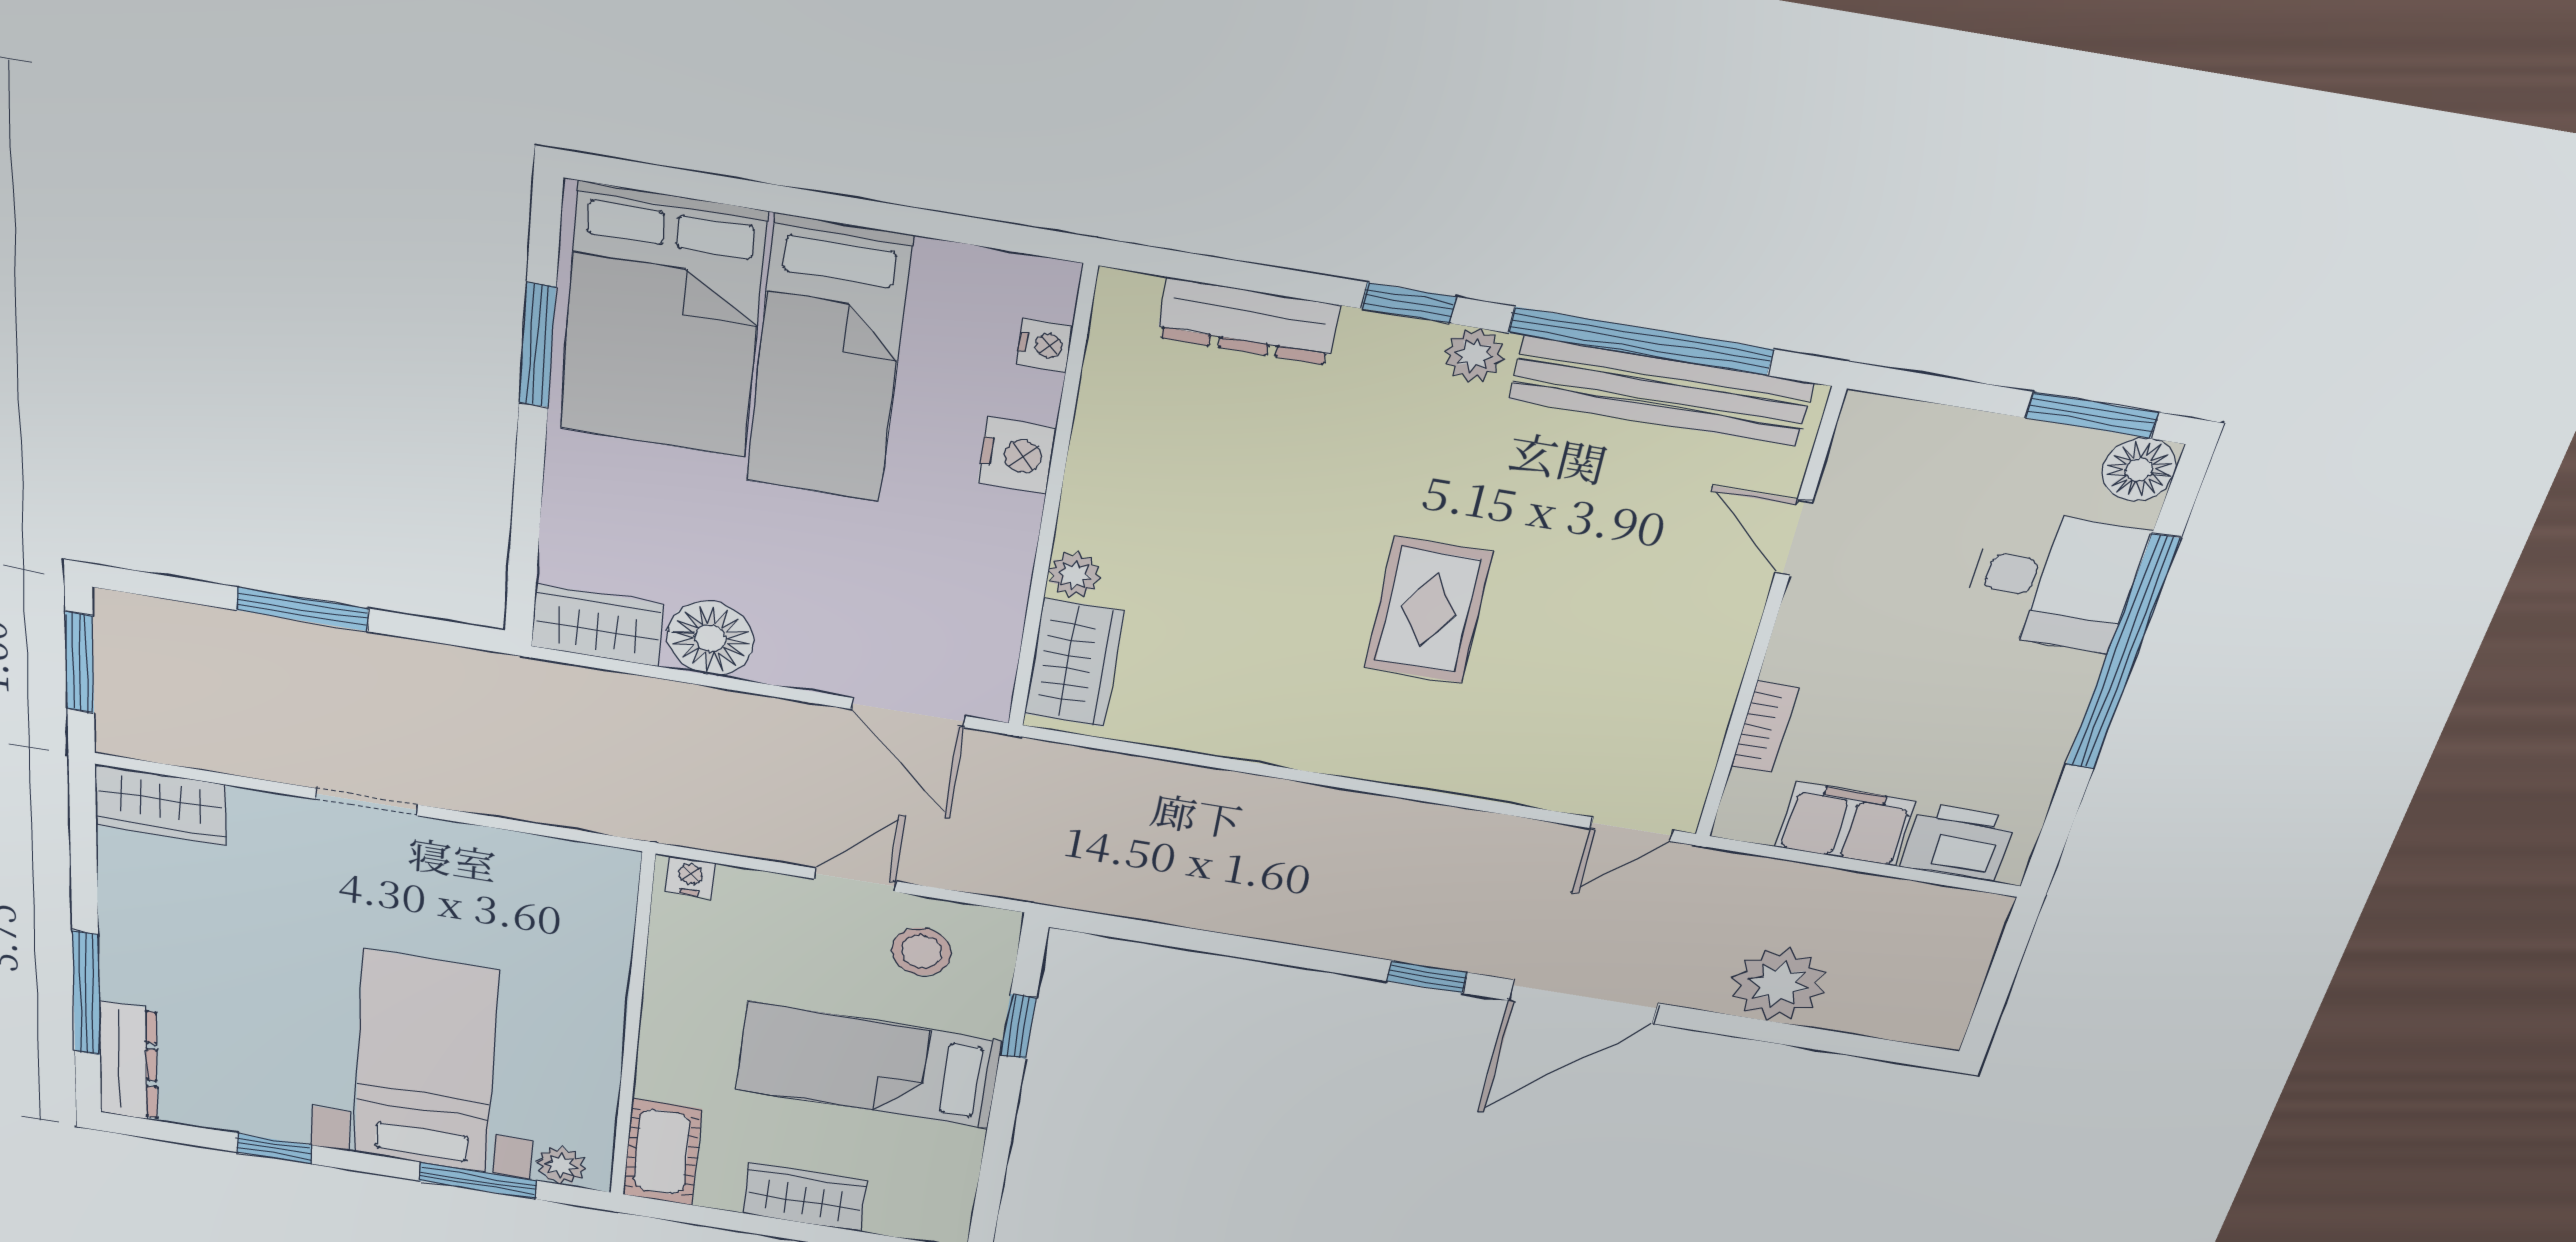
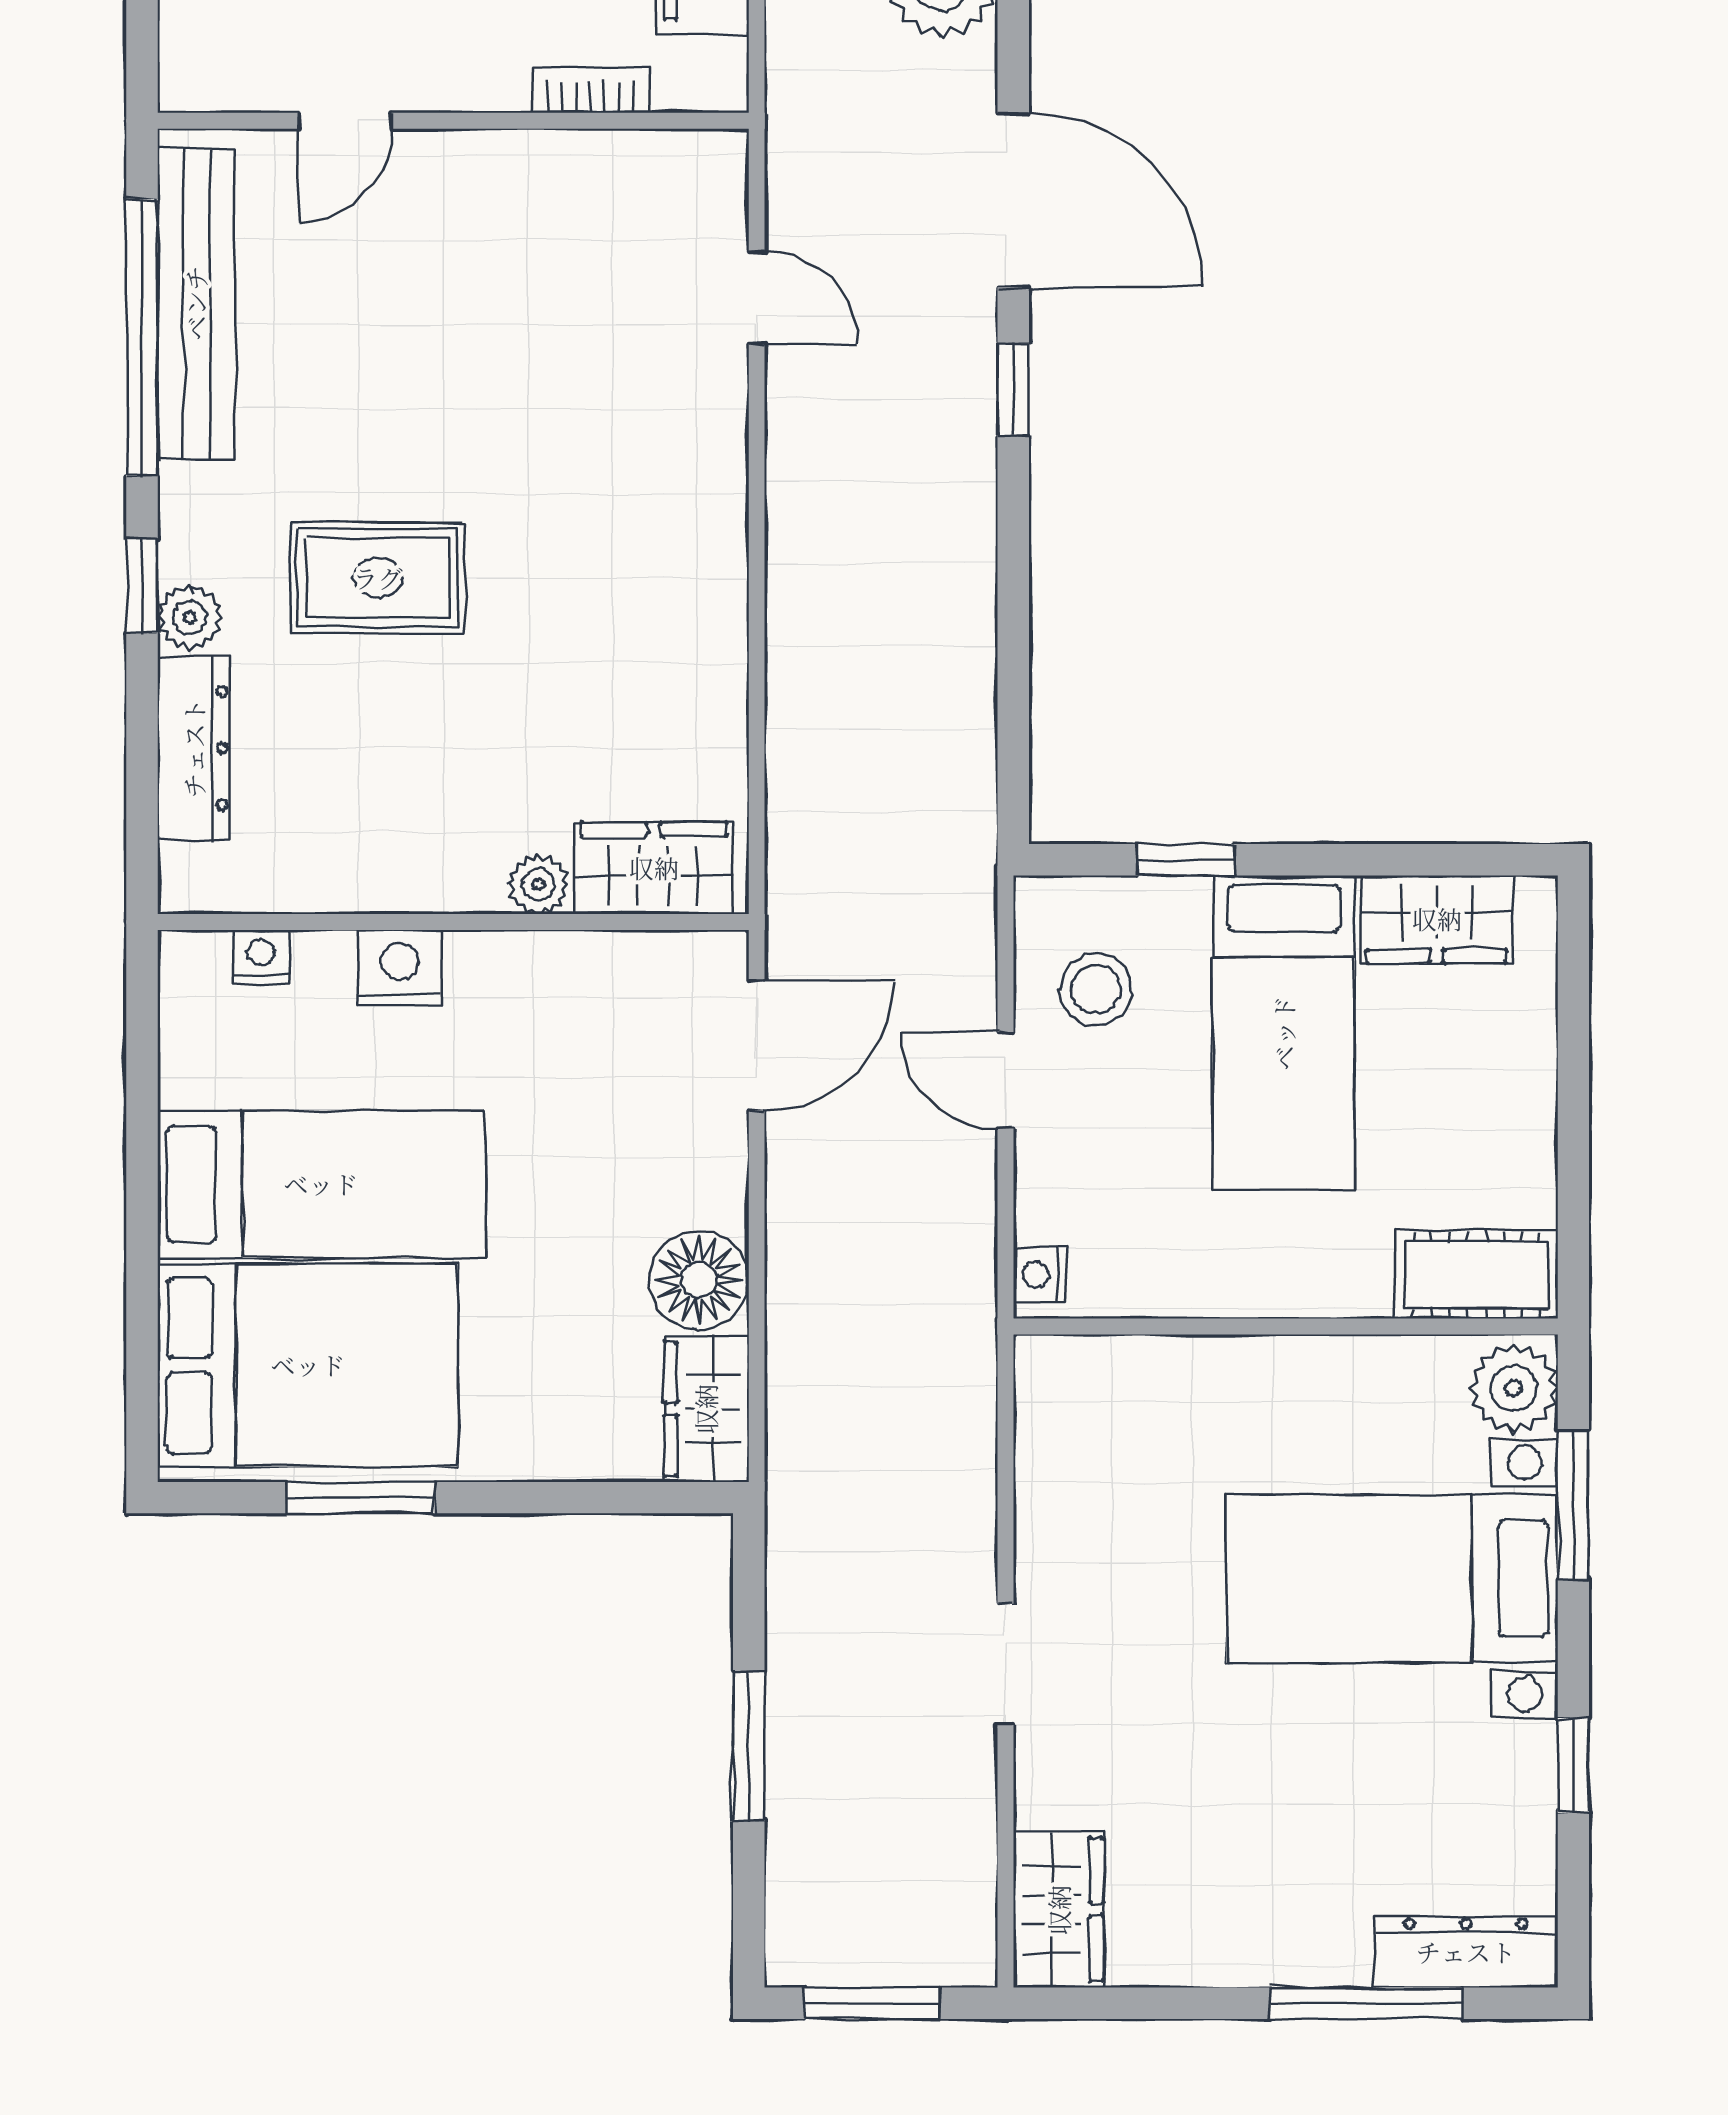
plant: (1474, 355) -> (190, 617), moved
rug: (1428, 610) -> (378, 578), moved
door: (1632, 829) -> (757, 297), moved
plant: (561, 1165) -> (1514, 1388), width x1.38, depth x1.38
wardrobe: (805, 1197) -> (1437, 919), moved, turned -90

